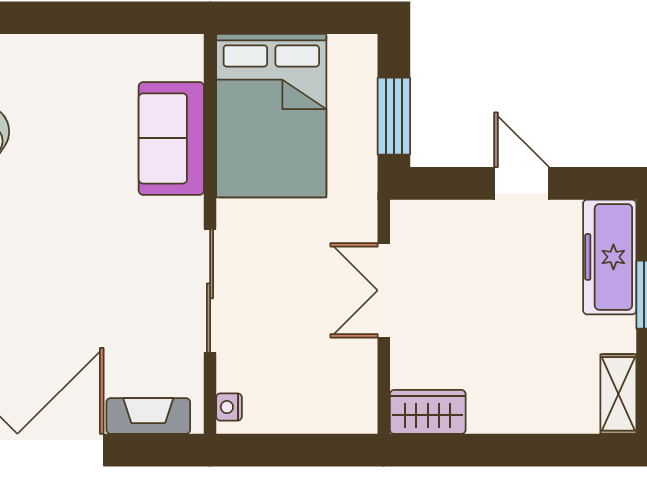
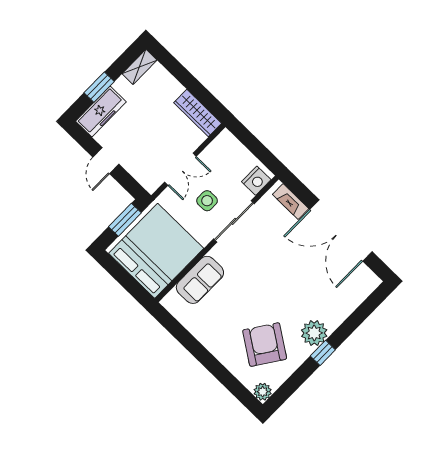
bed: (271, 116) -> (156, 251), width x1.36
side table: (288, 282) -> (207, 201), added
nightstand: (229, 407) -> (256, 181), width x1.89, depth x1.79
wardrobe: (428, 412) -> (198, 113), width x1.50

